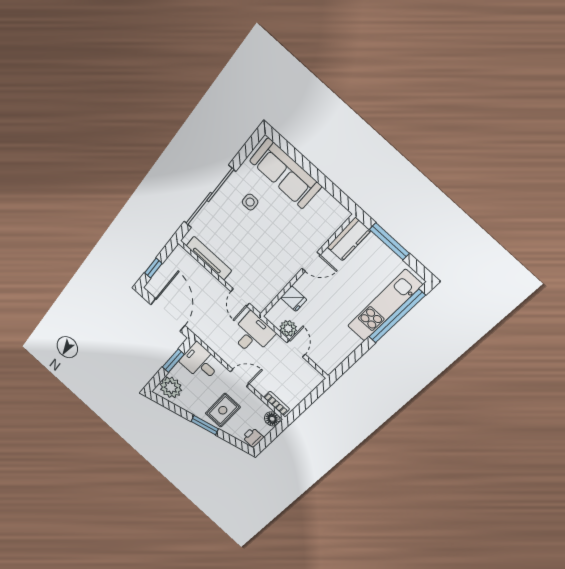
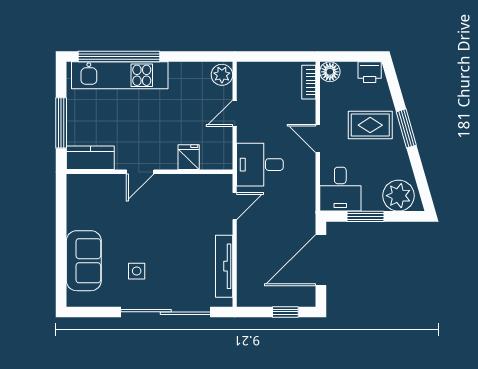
sofa: (285, 174) -> (84, 261), width x0.73
door: (311, 262) -> (140, 172), swing flipped
plant: (288, 328) -> (222, 75), moved

